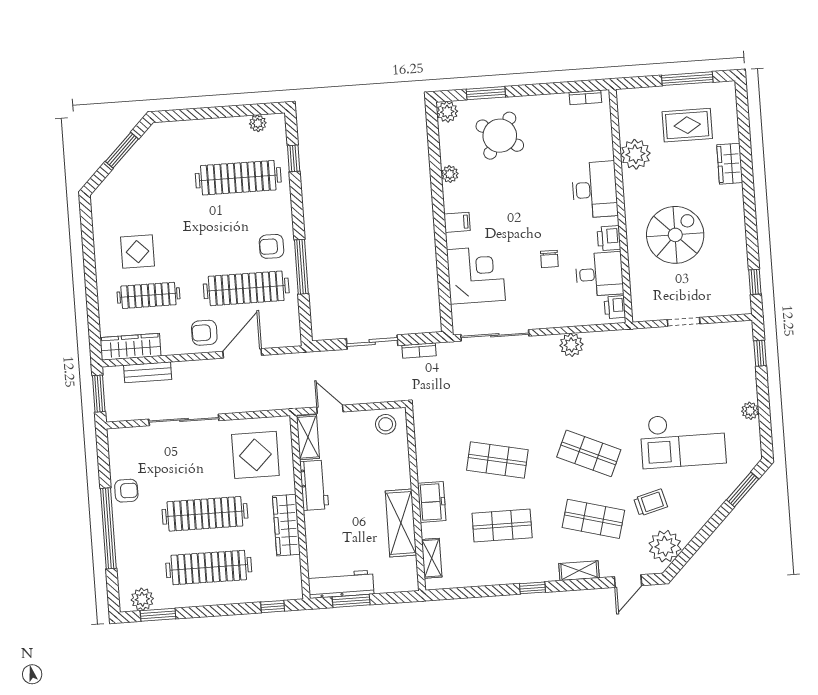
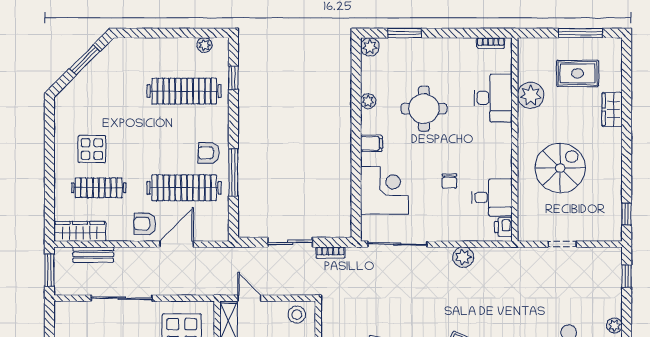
round table: (500, 136) -> (424, 109), moved, turned -33
desk: (595, 190) -> (493, 98), moved
printer: (609, 238) -> (502, 167), removed

